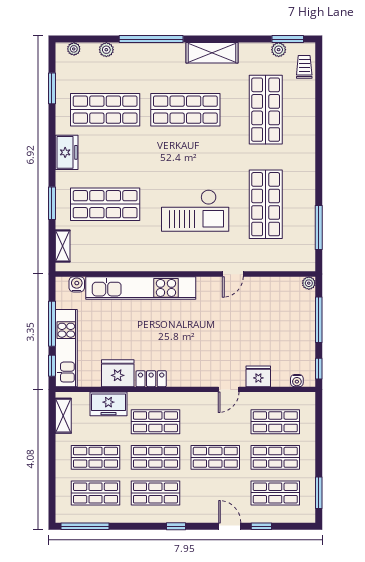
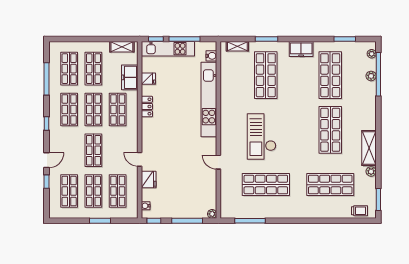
window: (151, 39) -> (378, 74), moved
plant: (279, 50) -> (371, 171), moved
fridge: (118, 373) -> (148, 79), width x0.53, depth x0.75
window: (319, 493) -> (100, 221), moved
window: (85, 526) -> (46, 79), moved

